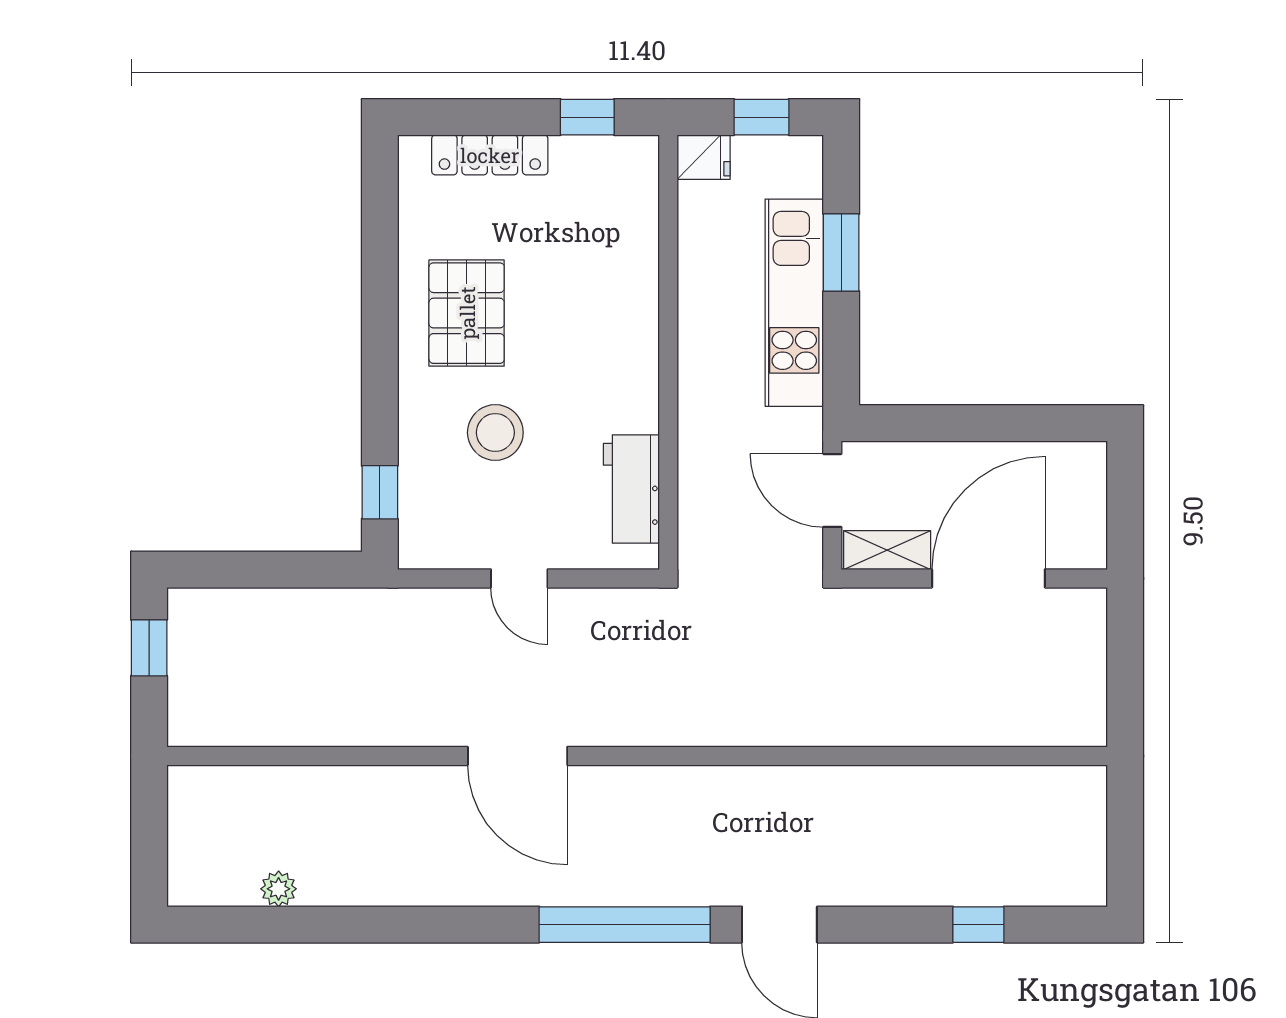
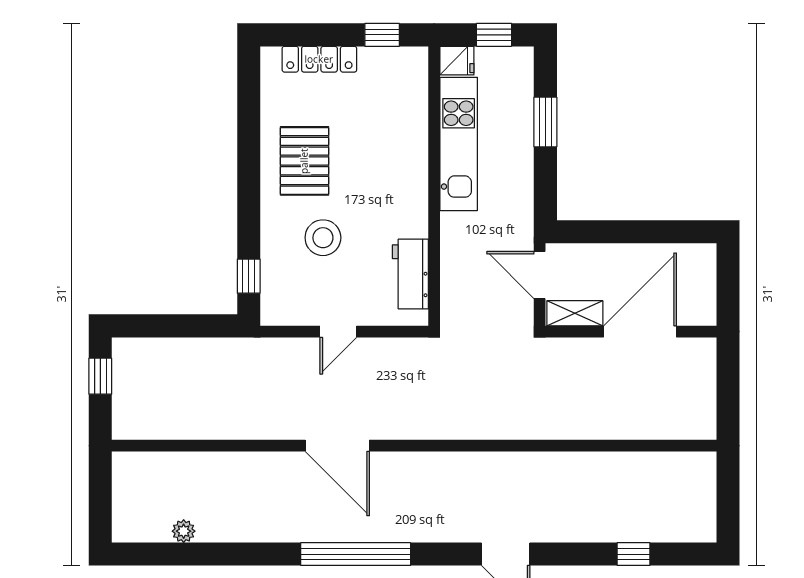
kitchen unit: (794, 303) -> (459, 144), moved, turned 180
door: (519, 578) -> (338, 332), hinge flipped
window: (625, 925) -> (356, 554), moved

